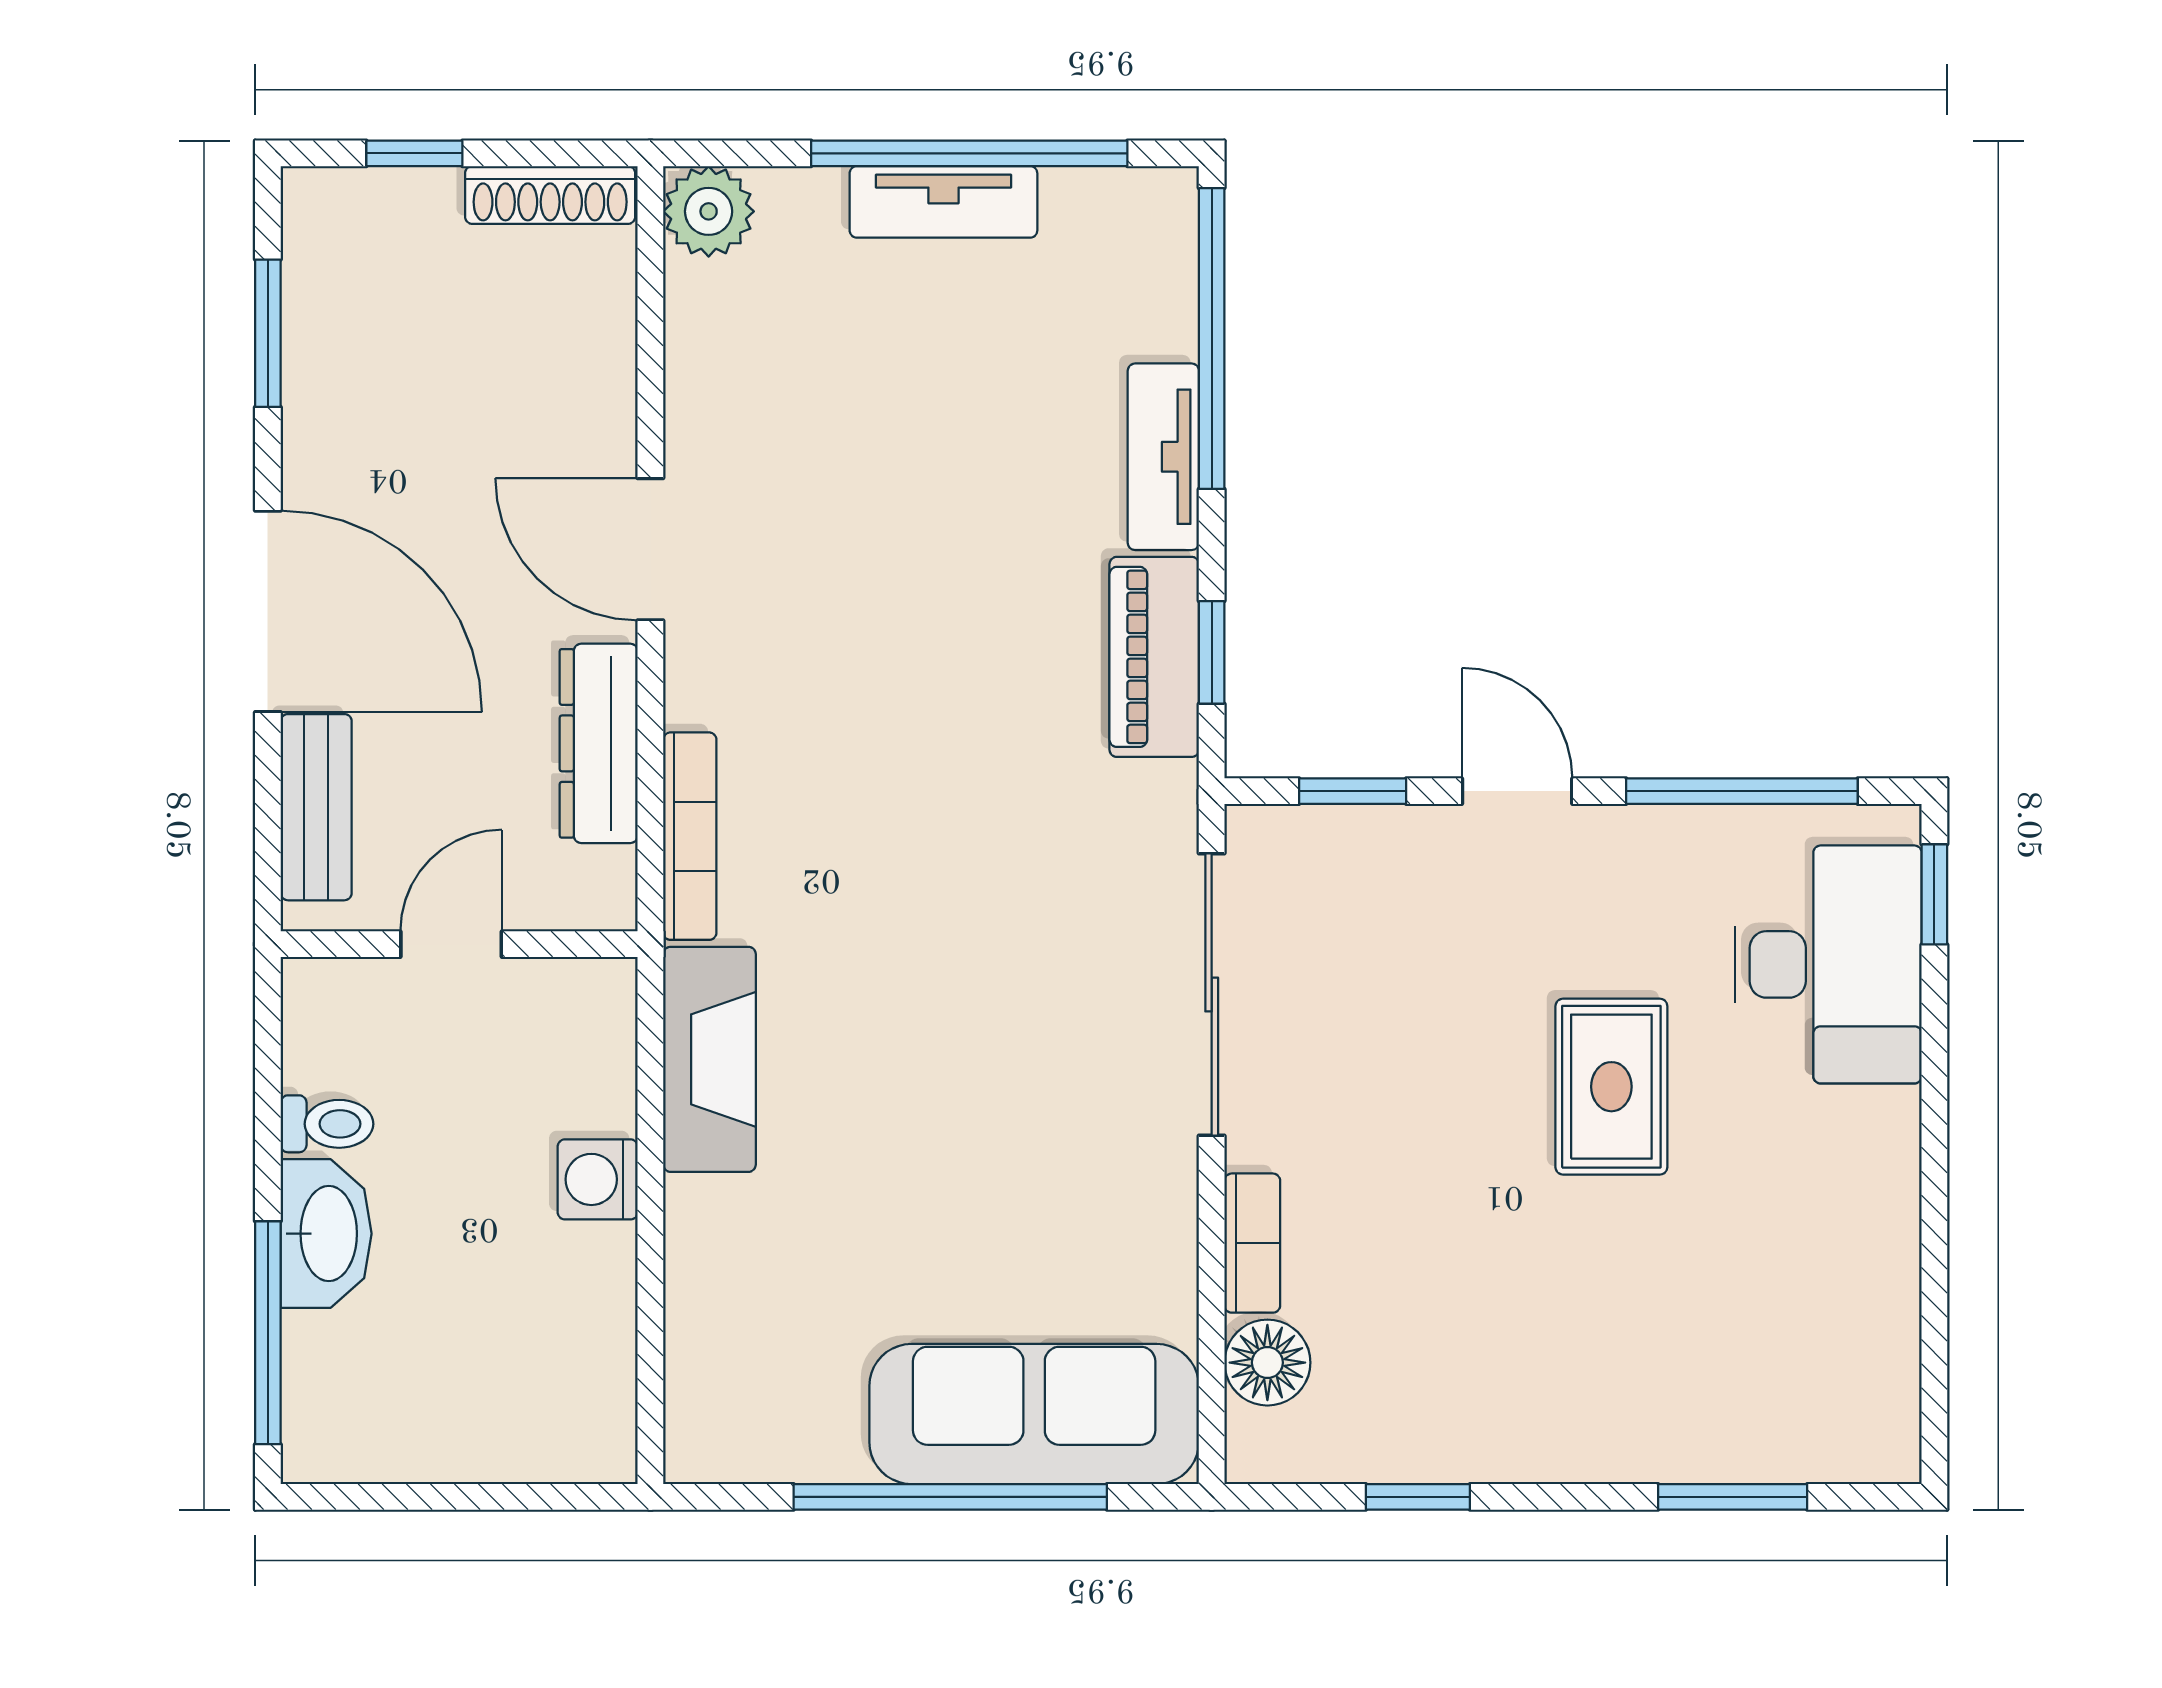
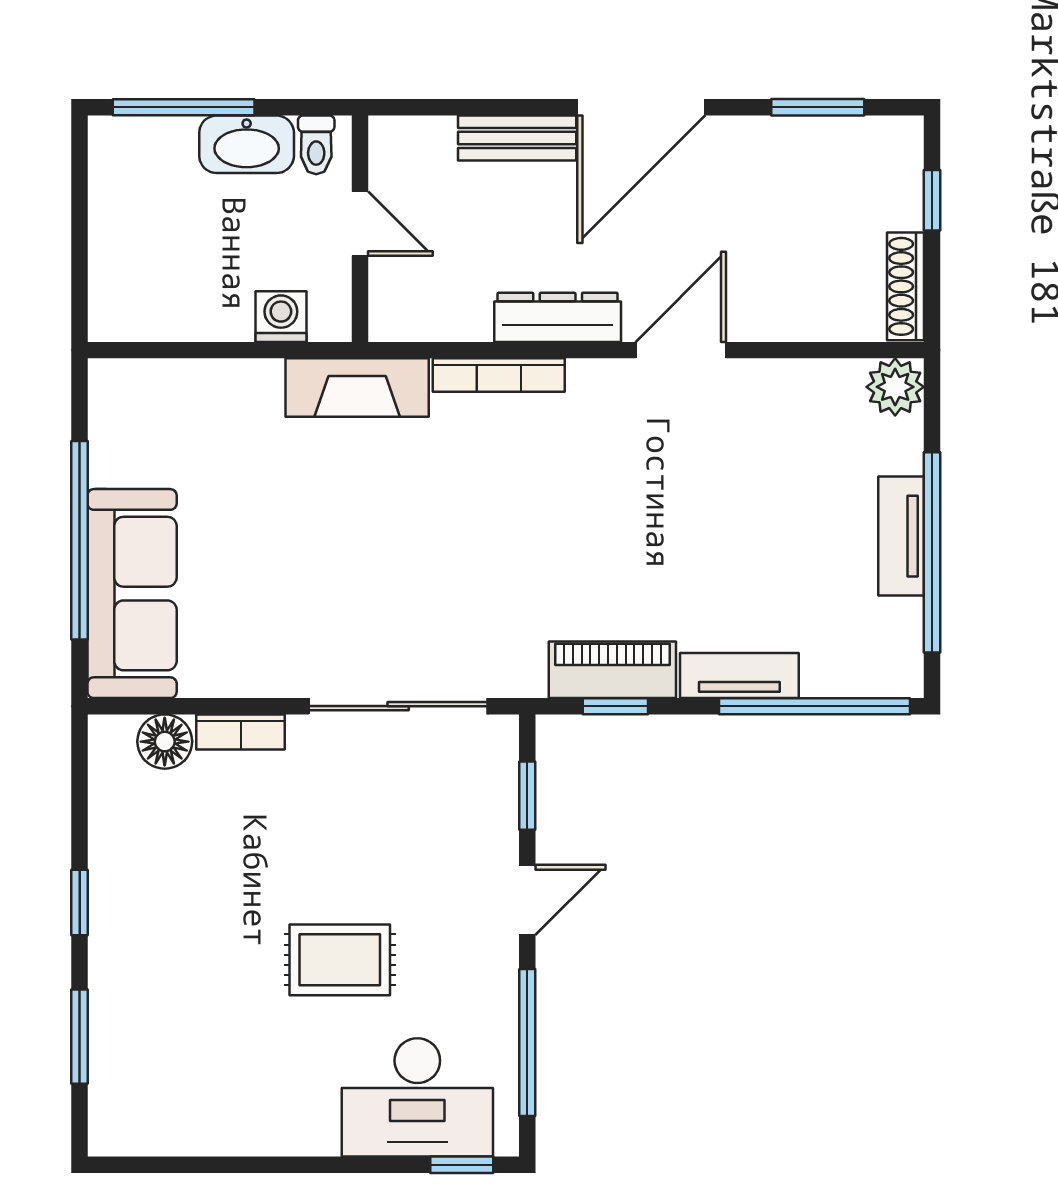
door: (451, 944) -> (360, 224), moved
wall: (459, 944) -> (360, 229), moved
window: (1418, 1497) -> (80, 902), moved

